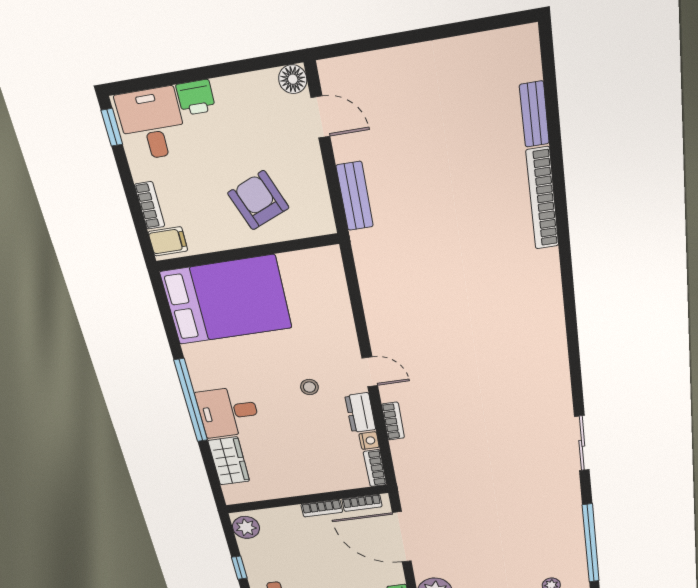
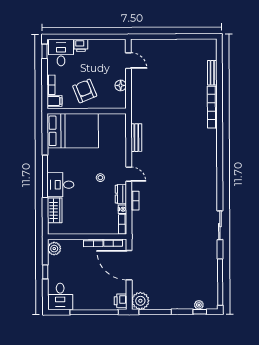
floor lamp: (293, 79) -> (121, 85), moved
bench: (355, 196) -> (136, 138), moved
armchair: (258, 200) -> (85, 91), moved

